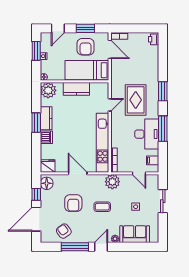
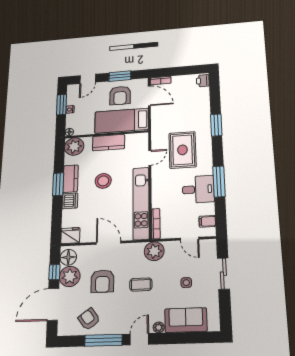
window: (163, 91) -> (216, 125), moved
stool: (73, 122) -> (103, 181), added
desk: (147, 134) -> (198, 189), width x0.73
plant: (48, 198) -> (70, 276), added

